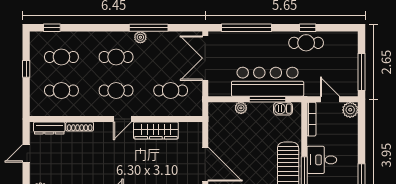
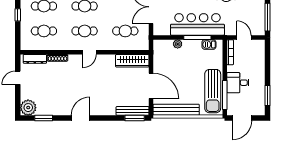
plant: (350, 110) -> (259, 45), removed
wardrobe: (156, 130) -> (132, 61), moved

